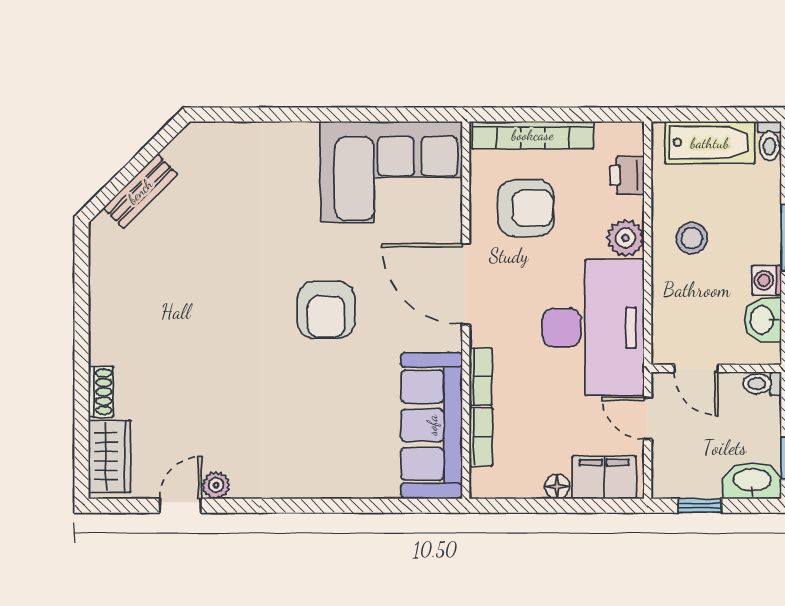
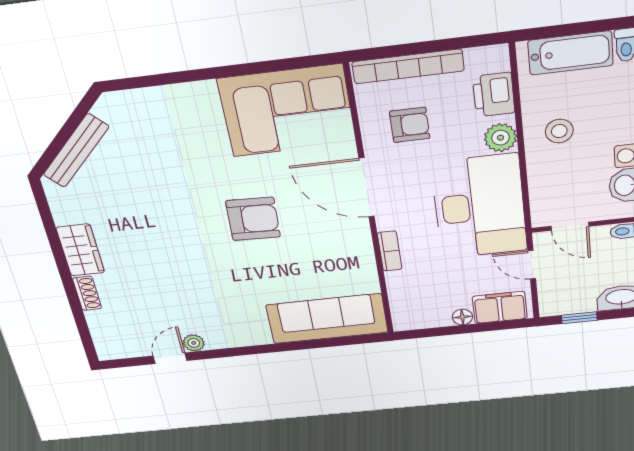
printer: (627, 175) -> (494, 95), width x1.36, depth x1.24
bench: (140, 191) -> (76, 151), width x1.36
armchair: (526, 208) -> (410, 125), width x0.72, depth x0.72
armchair: (326, 310) -> (253, 219), turned -88
sofa: (432, 425) -> (327, 319), moved, turned 90
bookcase: (481, 437) -> (396, 291), removed
wardrobe: (109, 456) -> (80, 250), moved

